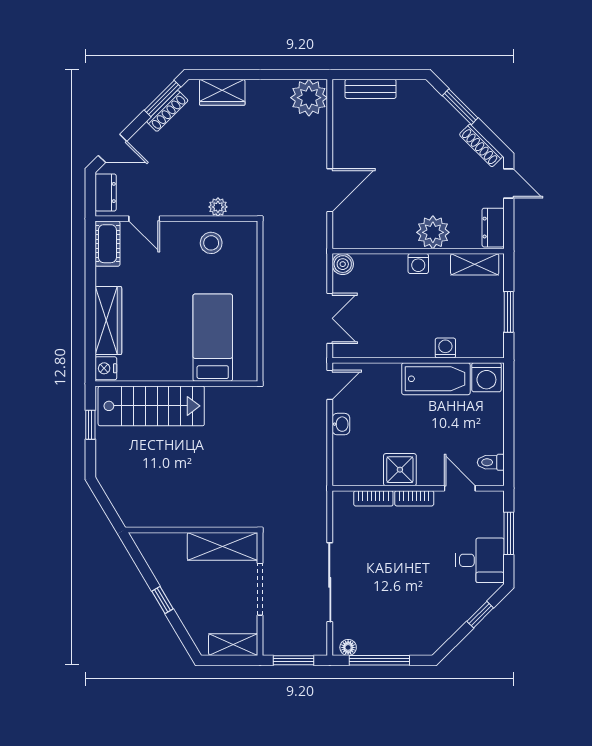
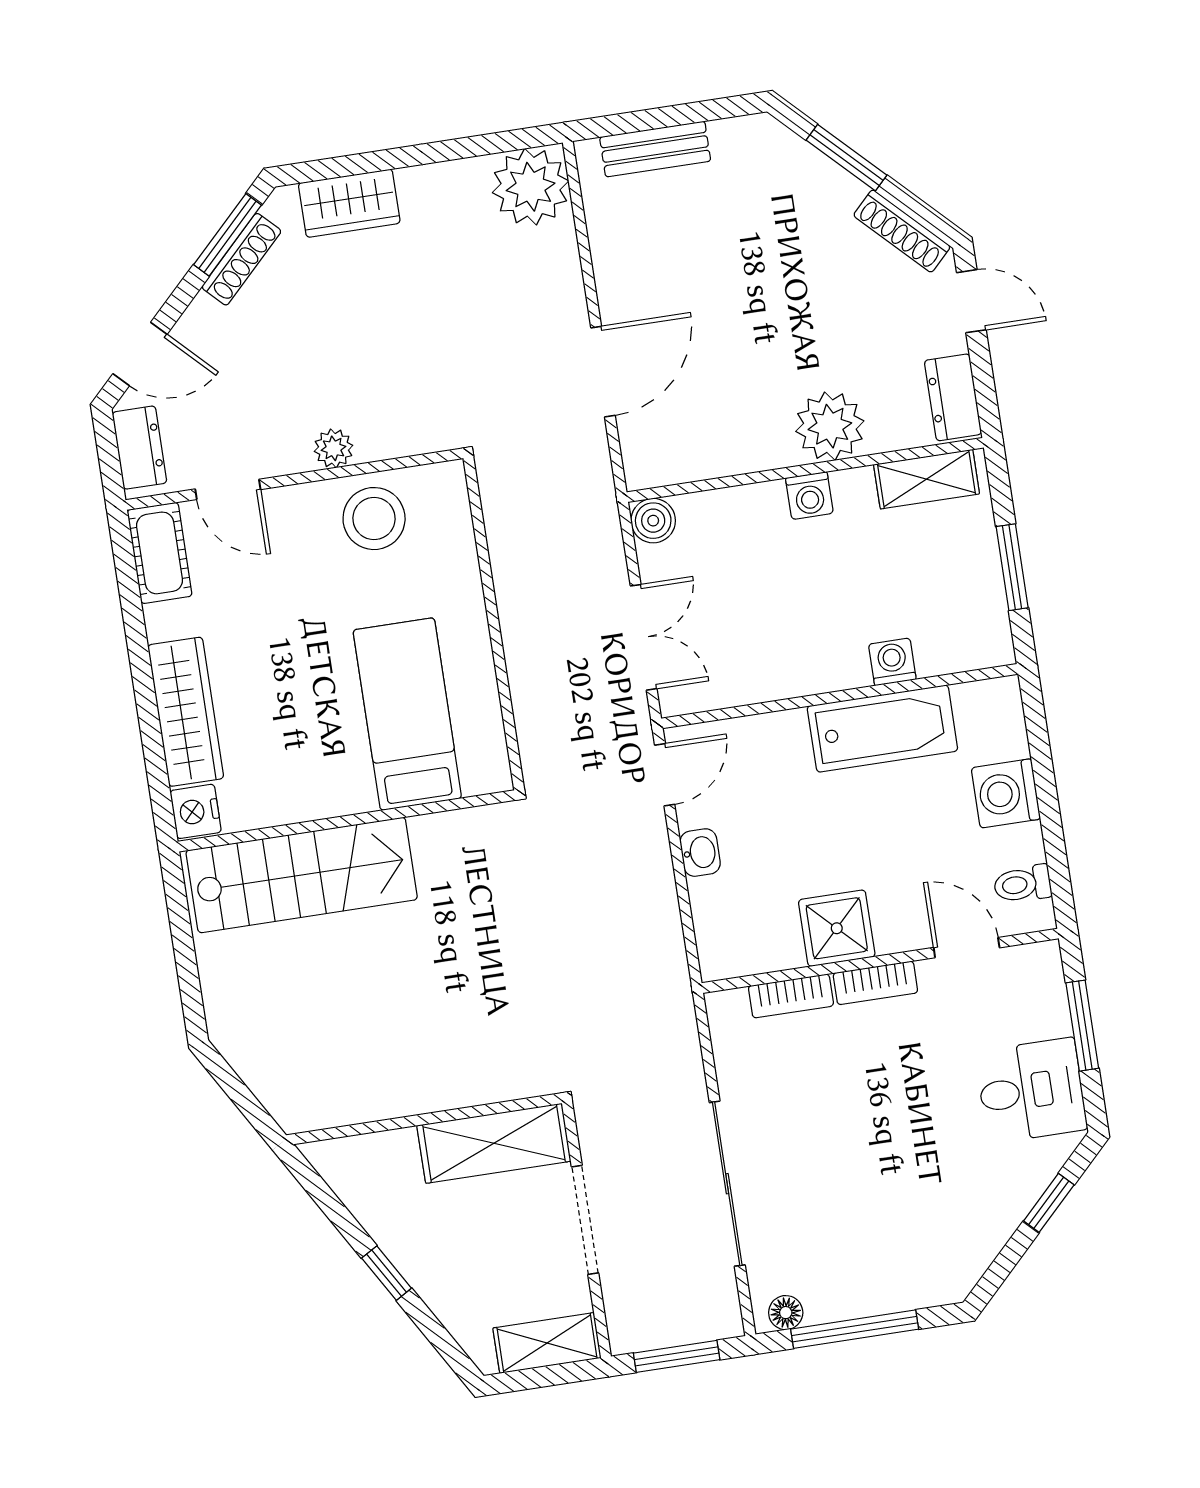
plant: (218, 207) -> (334, 448), moved
stool: (211, 243) -> (374, 519), width x1.38, depth x1.38
washing machine: (486, 377) -> (1006, 793), moved, turned 90
window: (90, 425) -> (182, 933), removed

